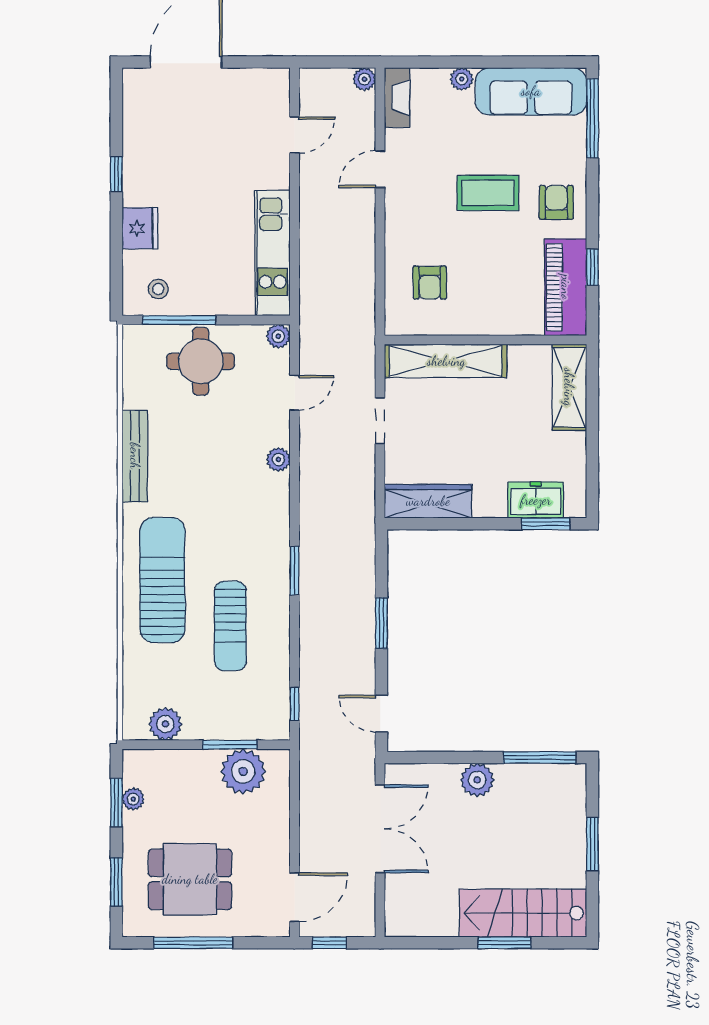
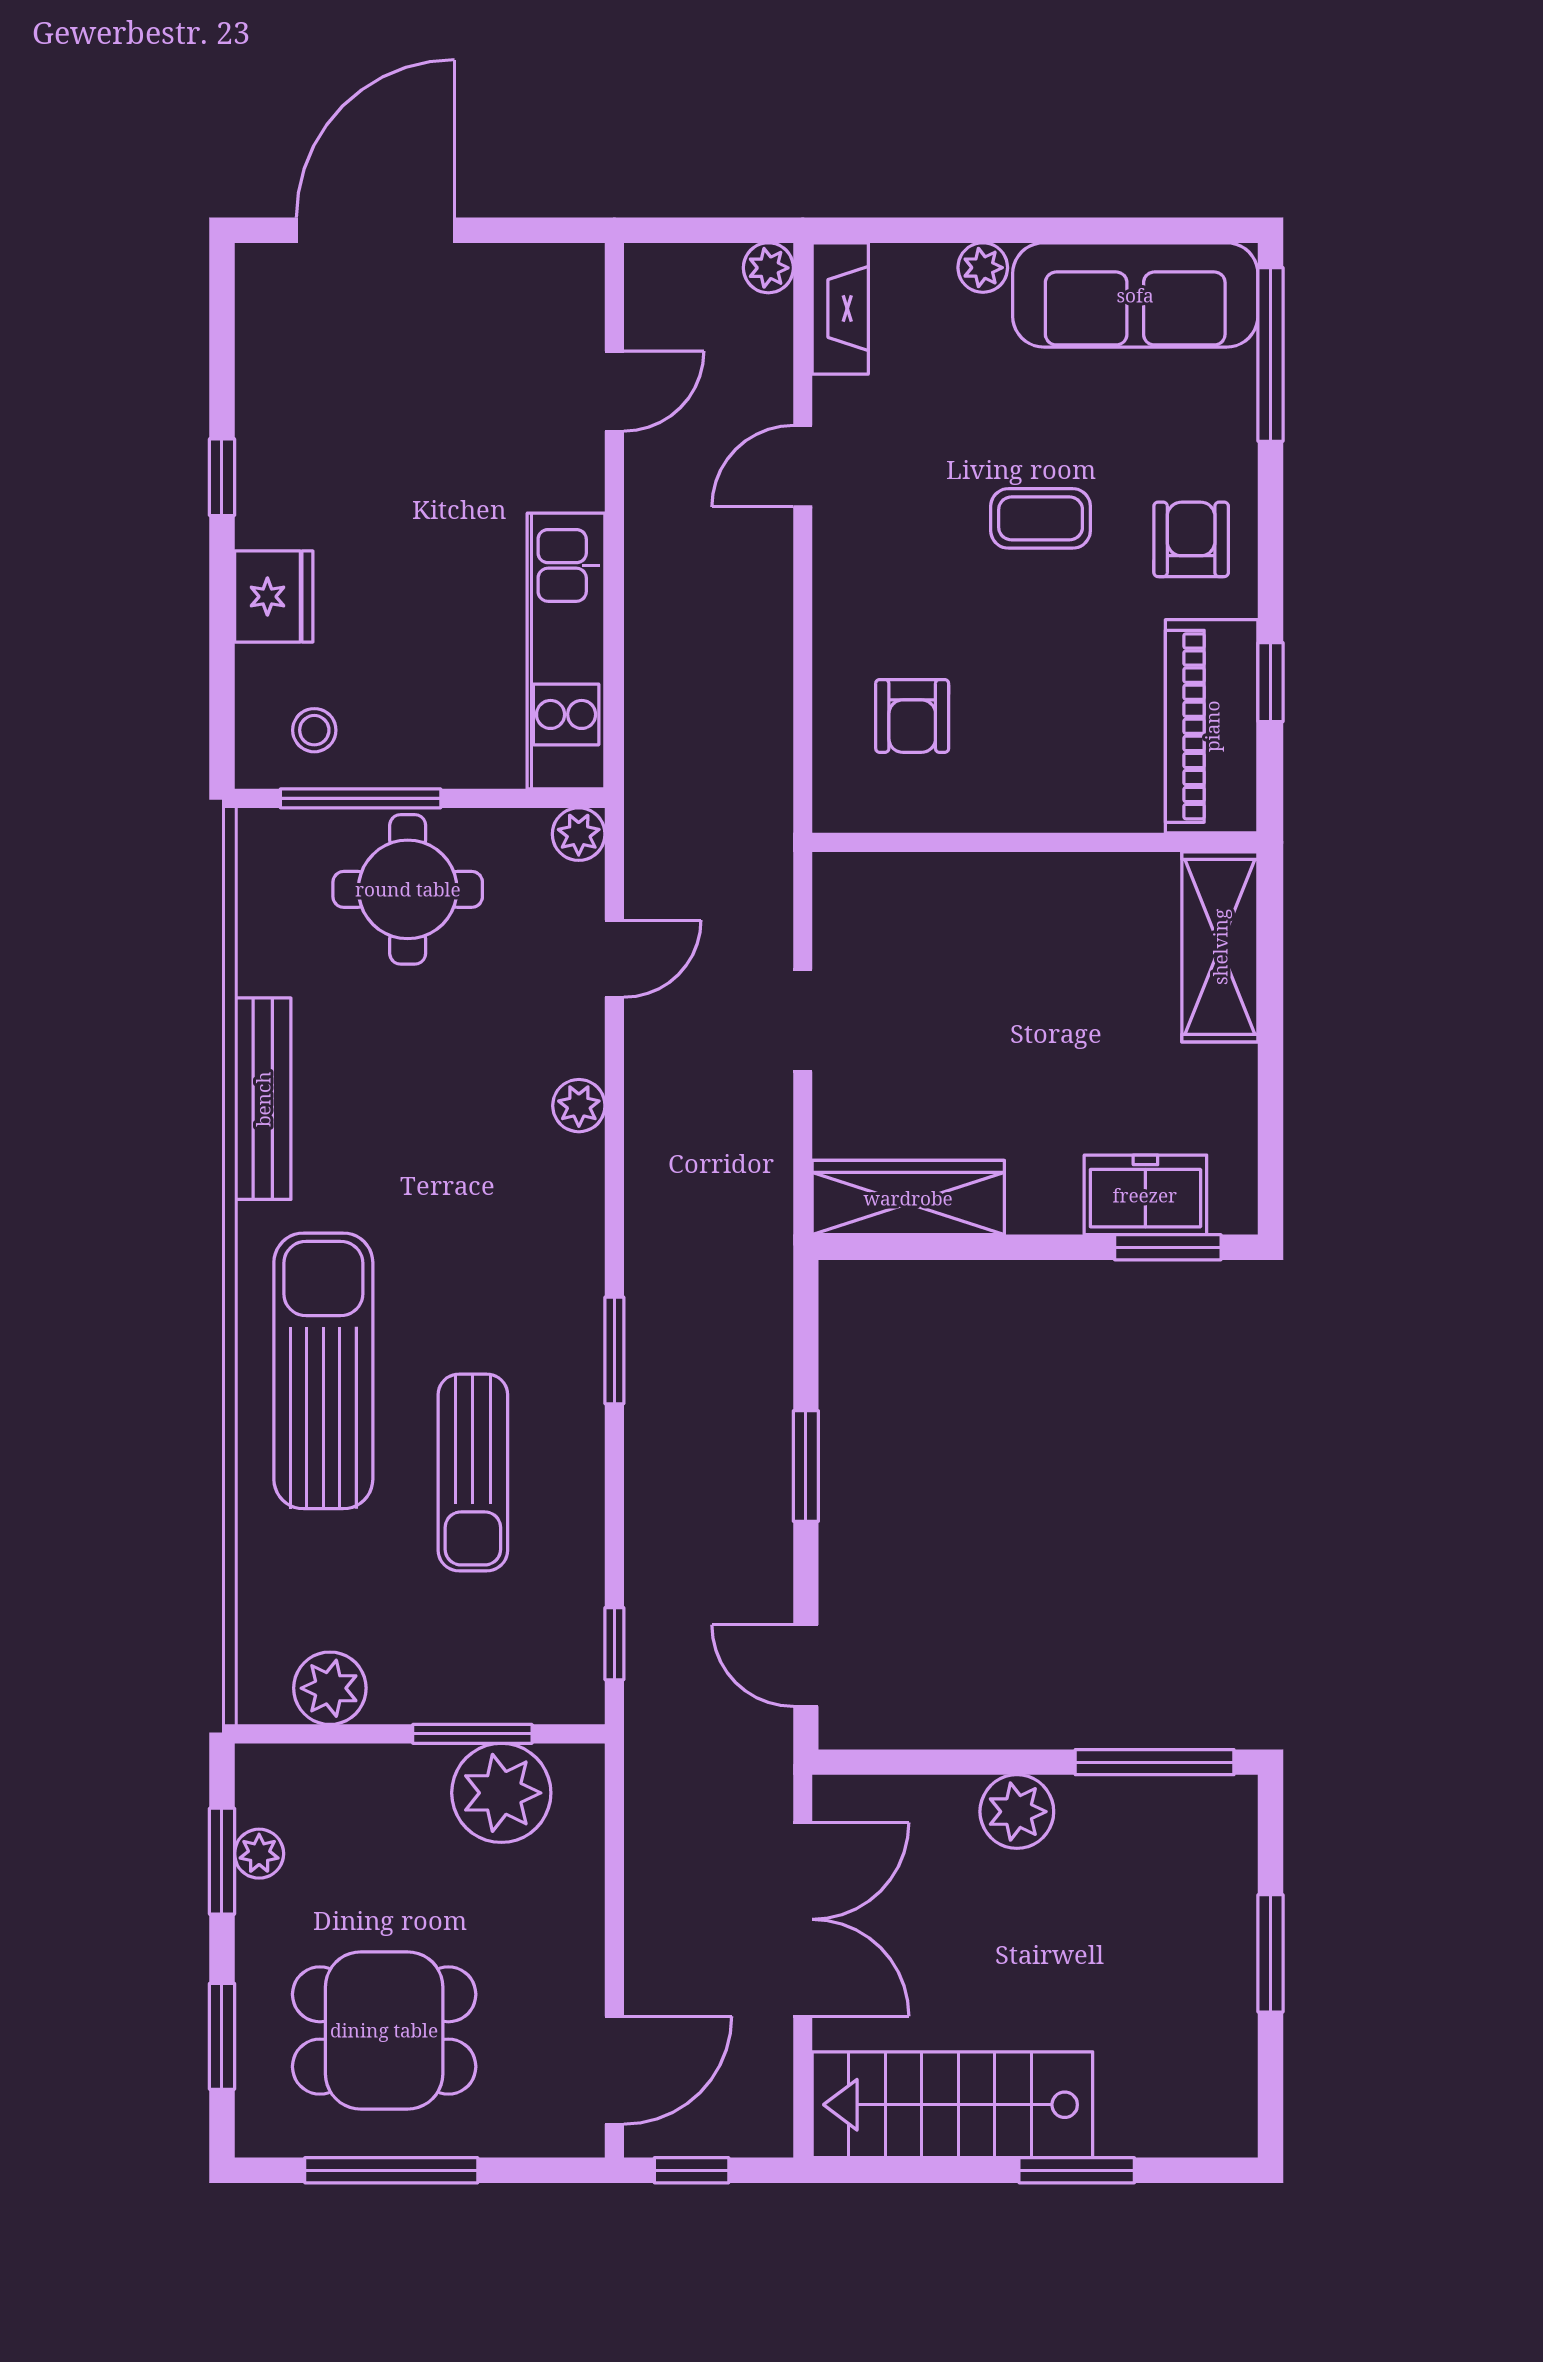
coffee table: (488, 193) -> (1041, 518), width x0.73, depth x0.77
shelving: (446, 361) -> (947, 889), removed
stairs: (523, 913) -> (952, 2105), moved

